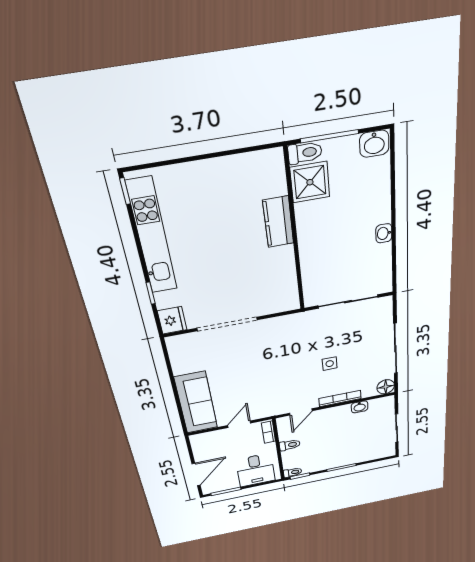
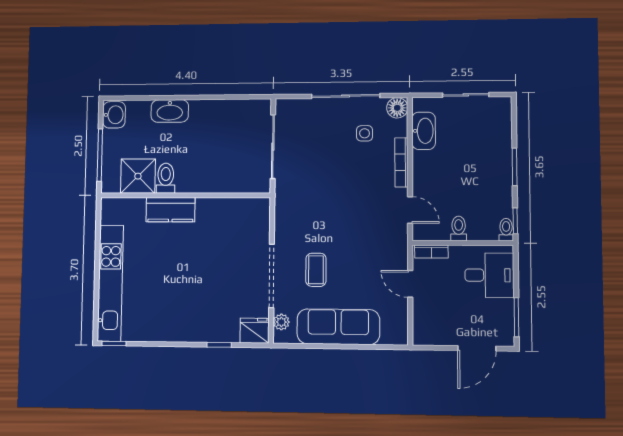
toilet: (305, 153) -> (166, 178), moved
washbasin: (384, 233) -> (170, 111), moved, width x1.91, depth x1.45
kitchen unit: (152, 237) -> (110, 283), moved, turned 90
plant: (186, 340) -> (281, 322), added
coffee table: (239, 357) -> (316, 270), added
side table: (330, 364) -> (365, 133), moved
sofa: (196, 403) -> (338, 327), moved
washbasin: (360, 407) -> (424, 131), width x1.91, depth x1.45
door: (196, 474) -> (477, 348), swing flipped

